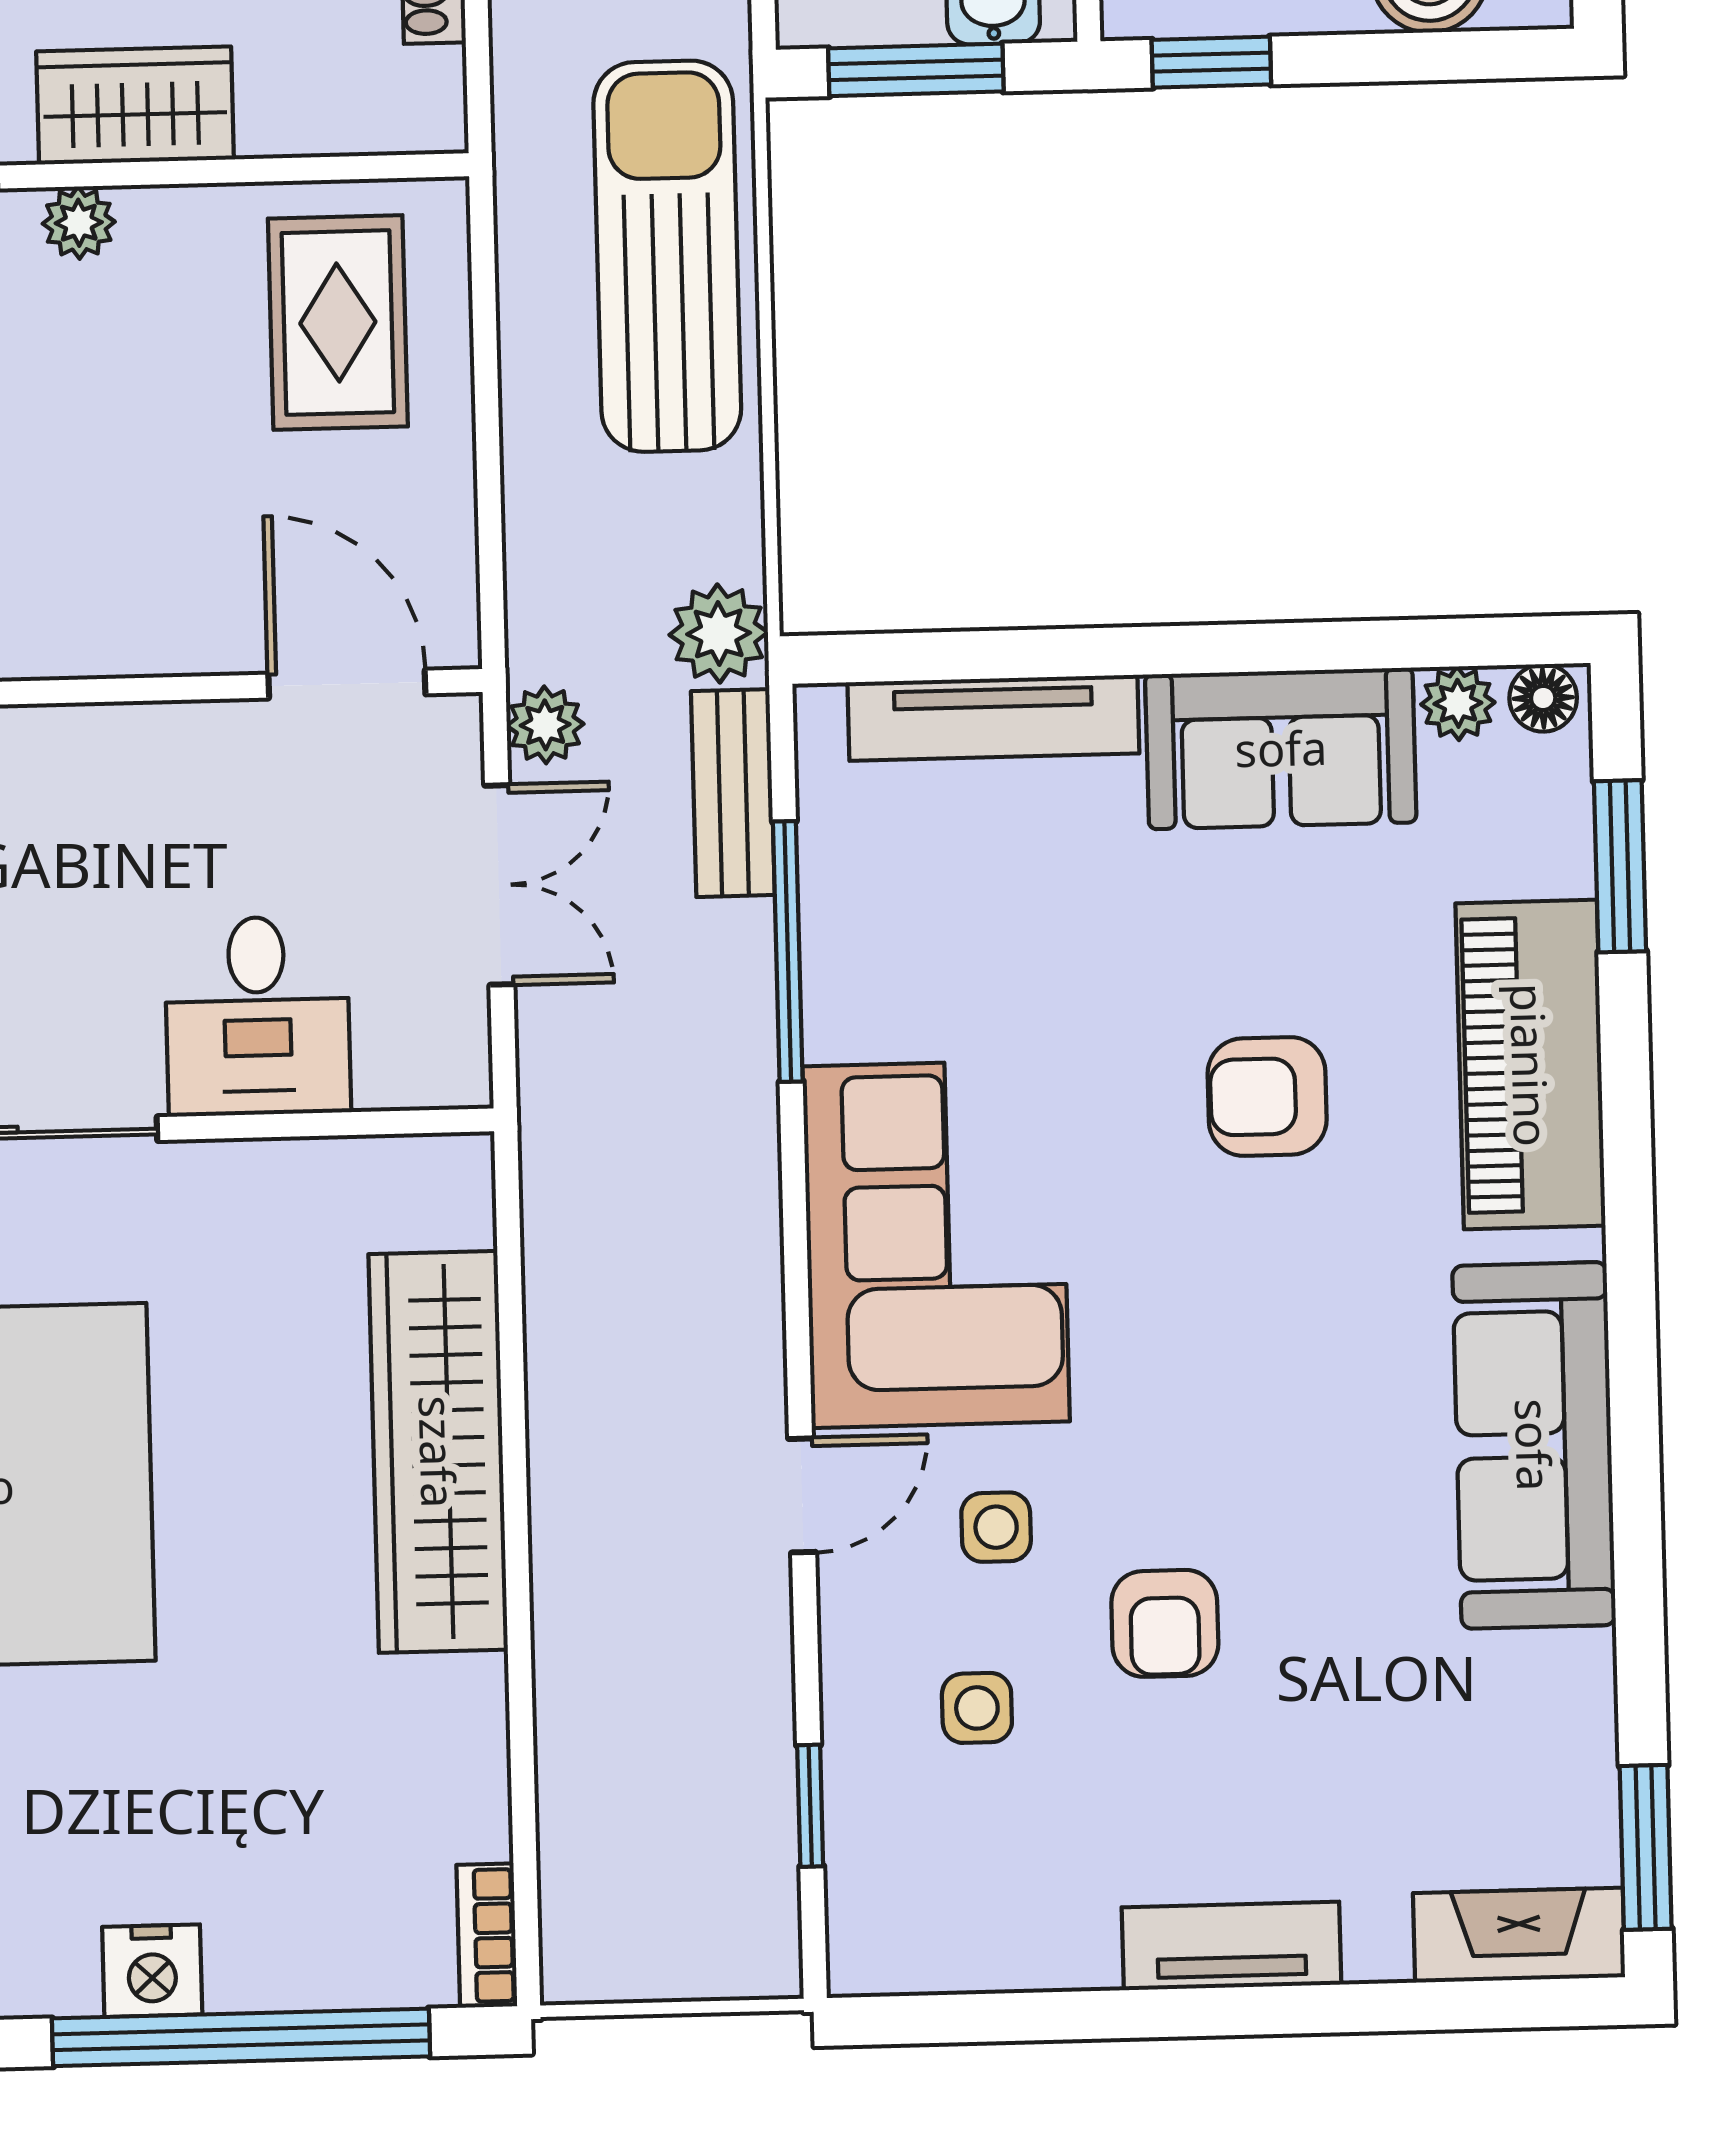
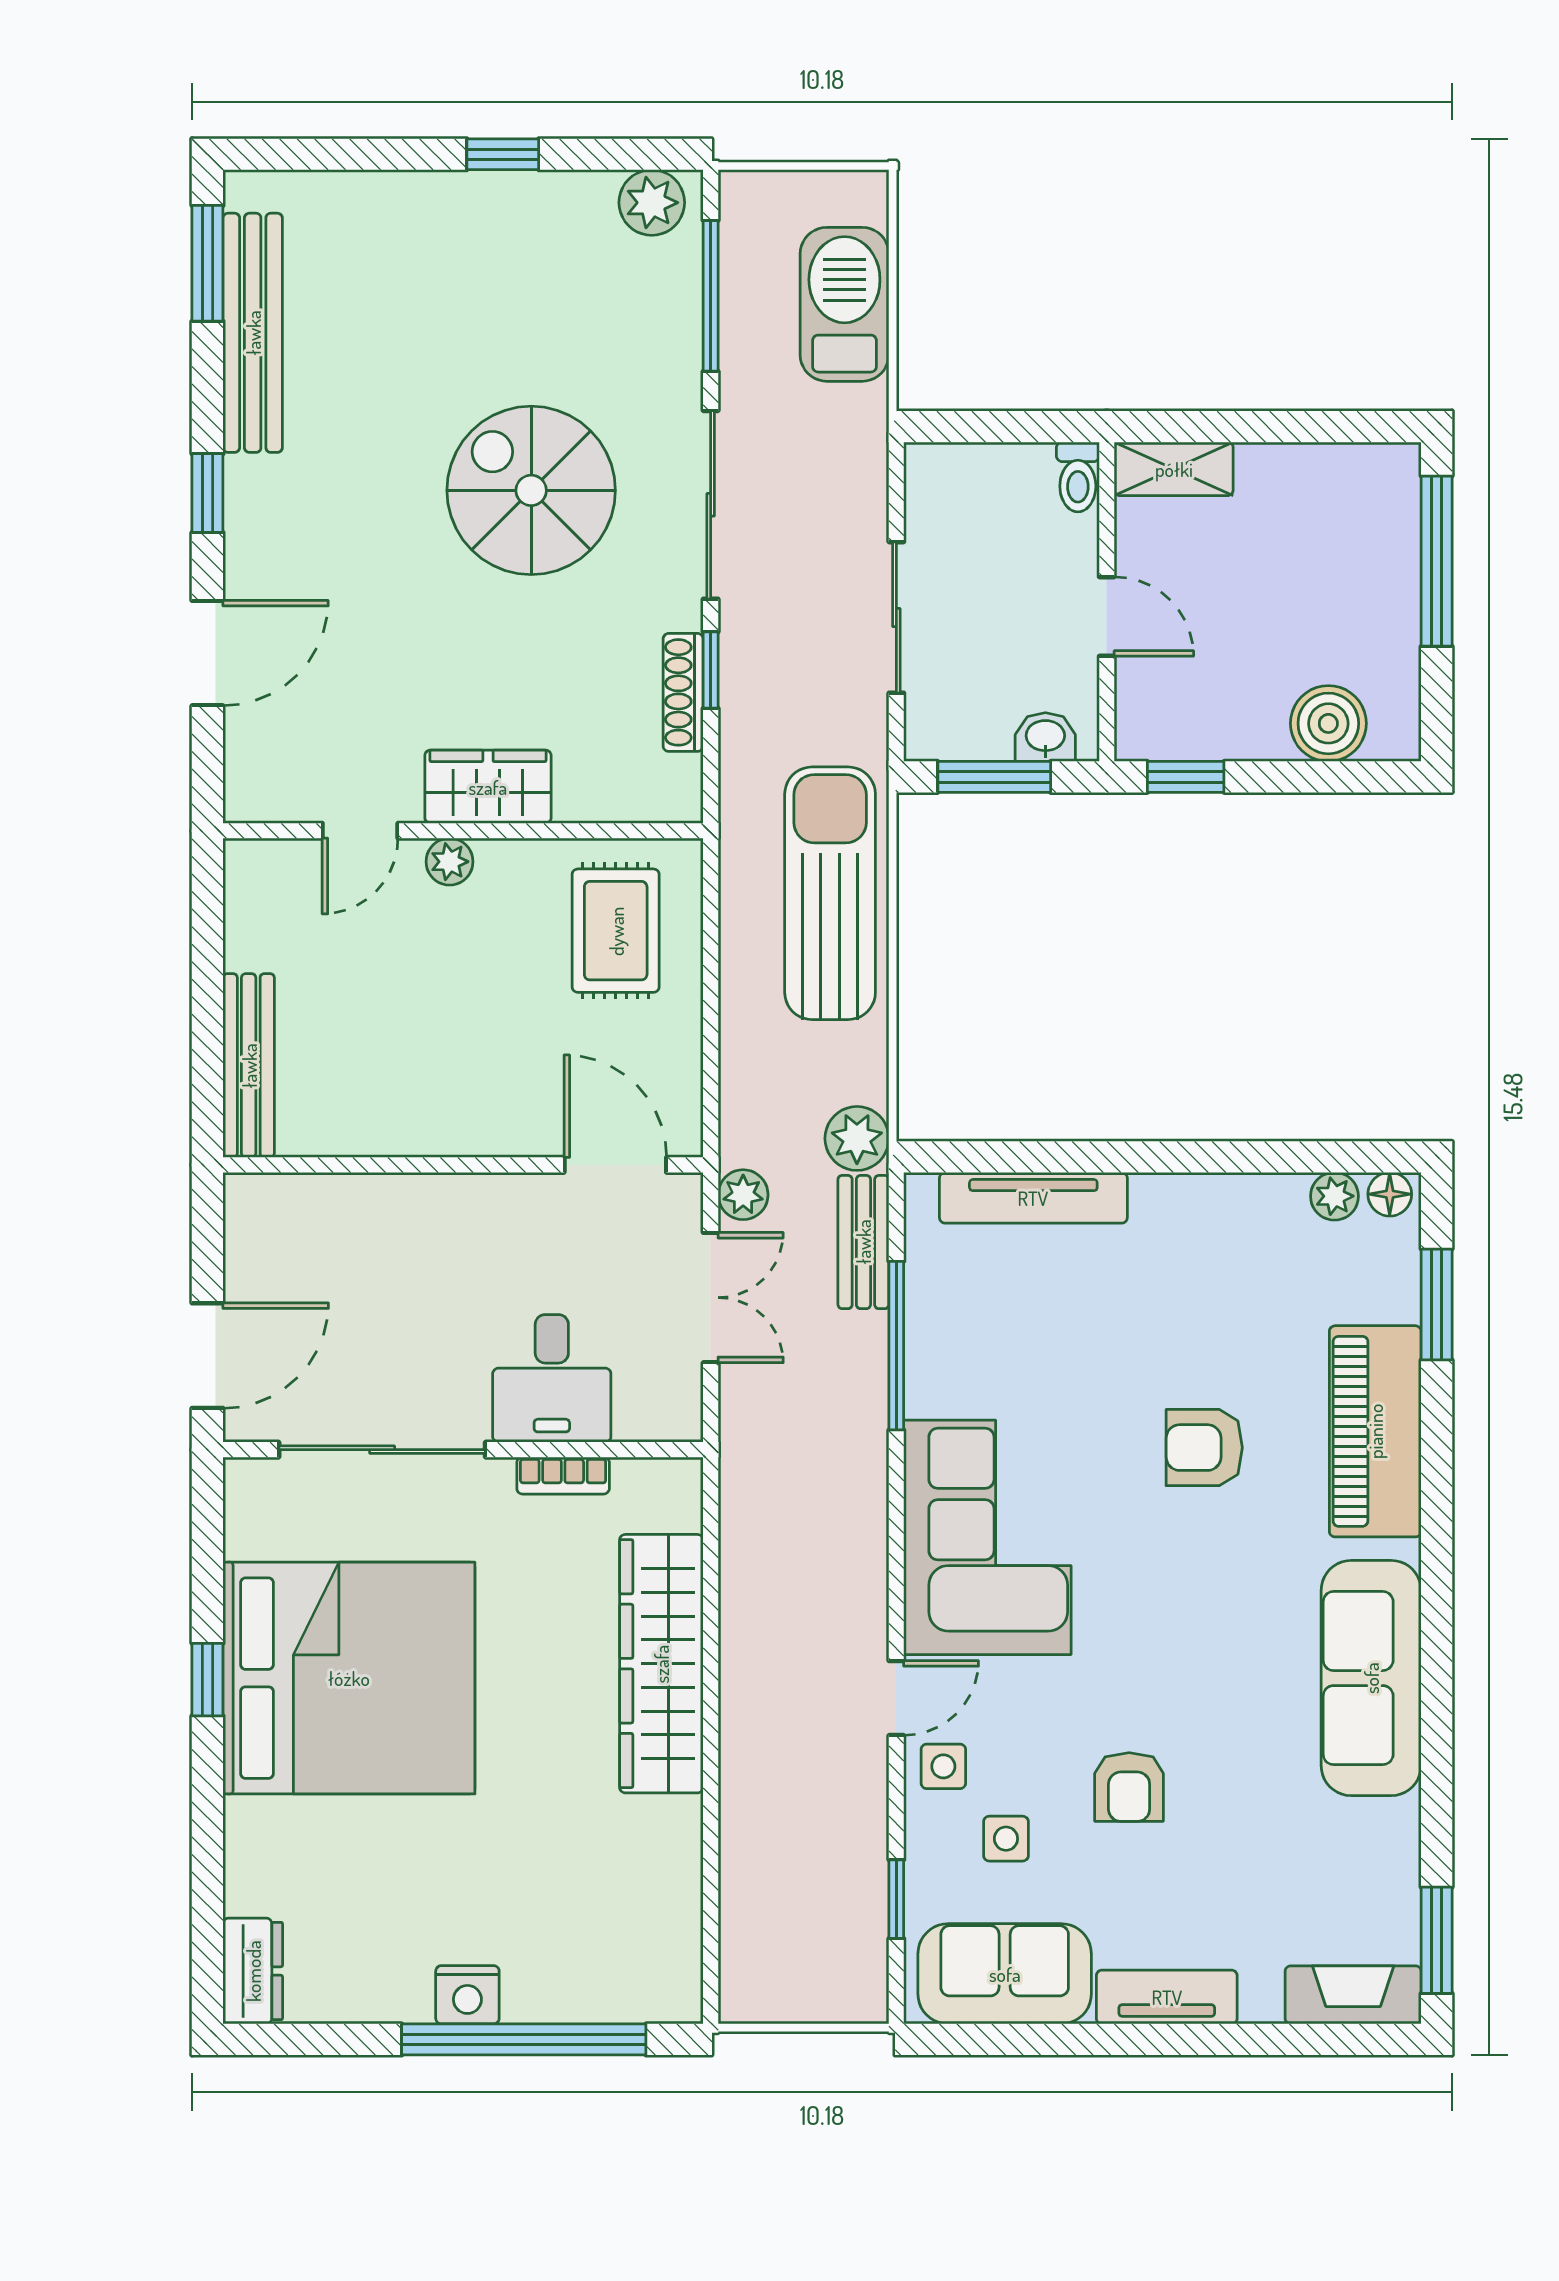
sofa: (1281, 748) -> (1005, 1974), moved, turned 180
side table: (996, 1527) -> (943, 1766), moved
bookcase: (487, 1936) -> (563, 1476), moved, turned -90

